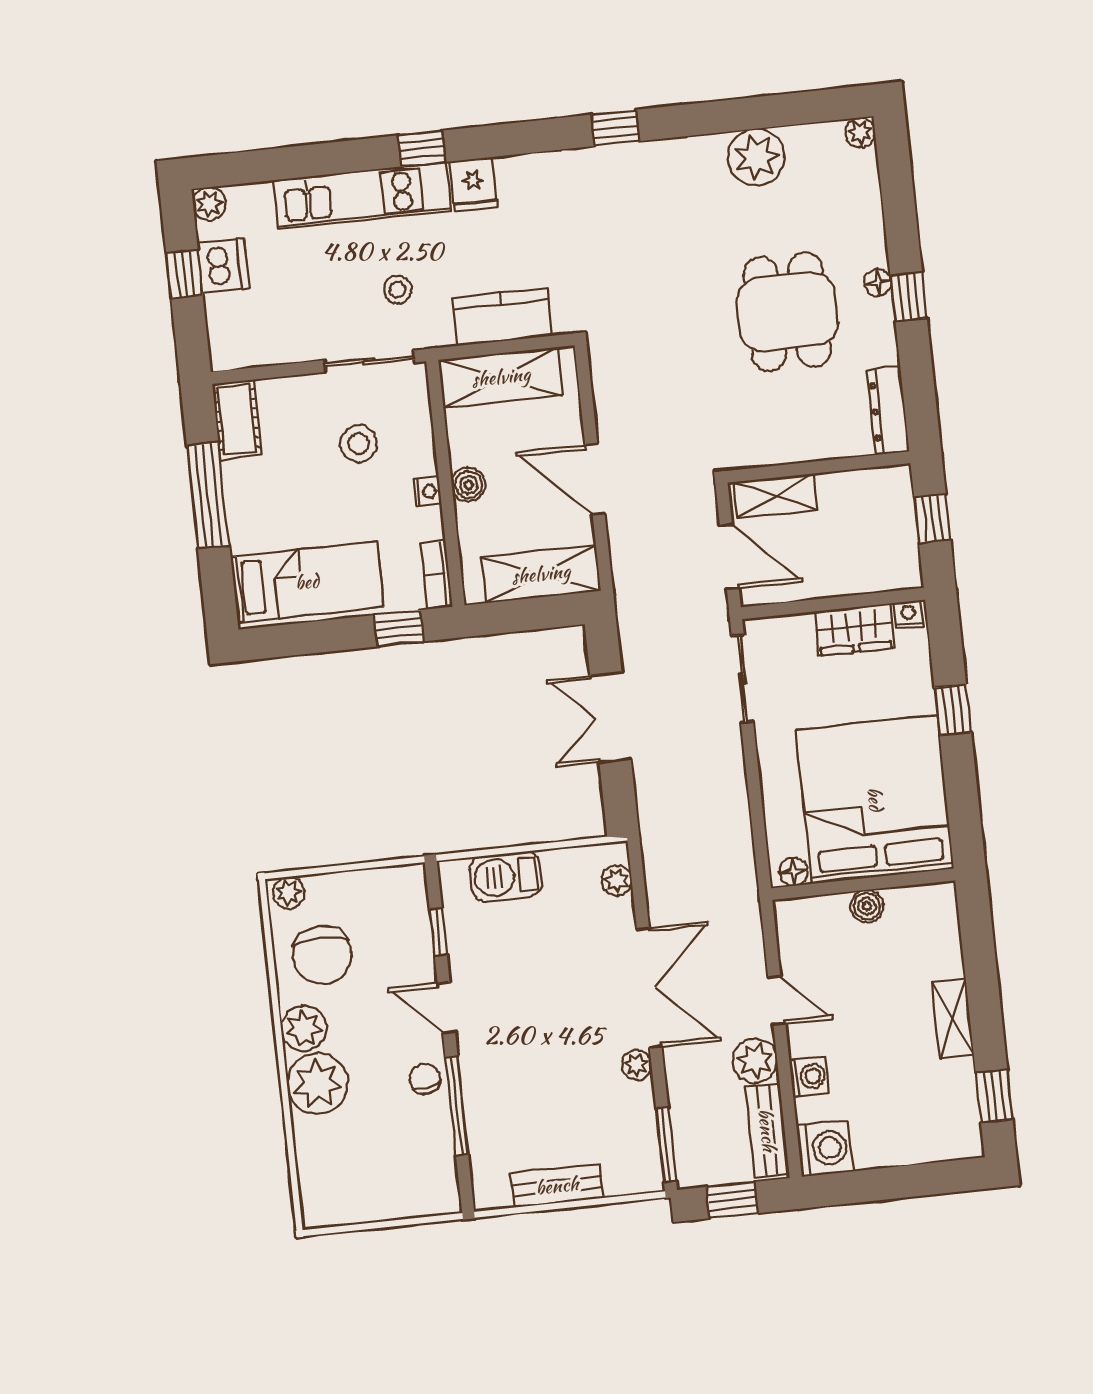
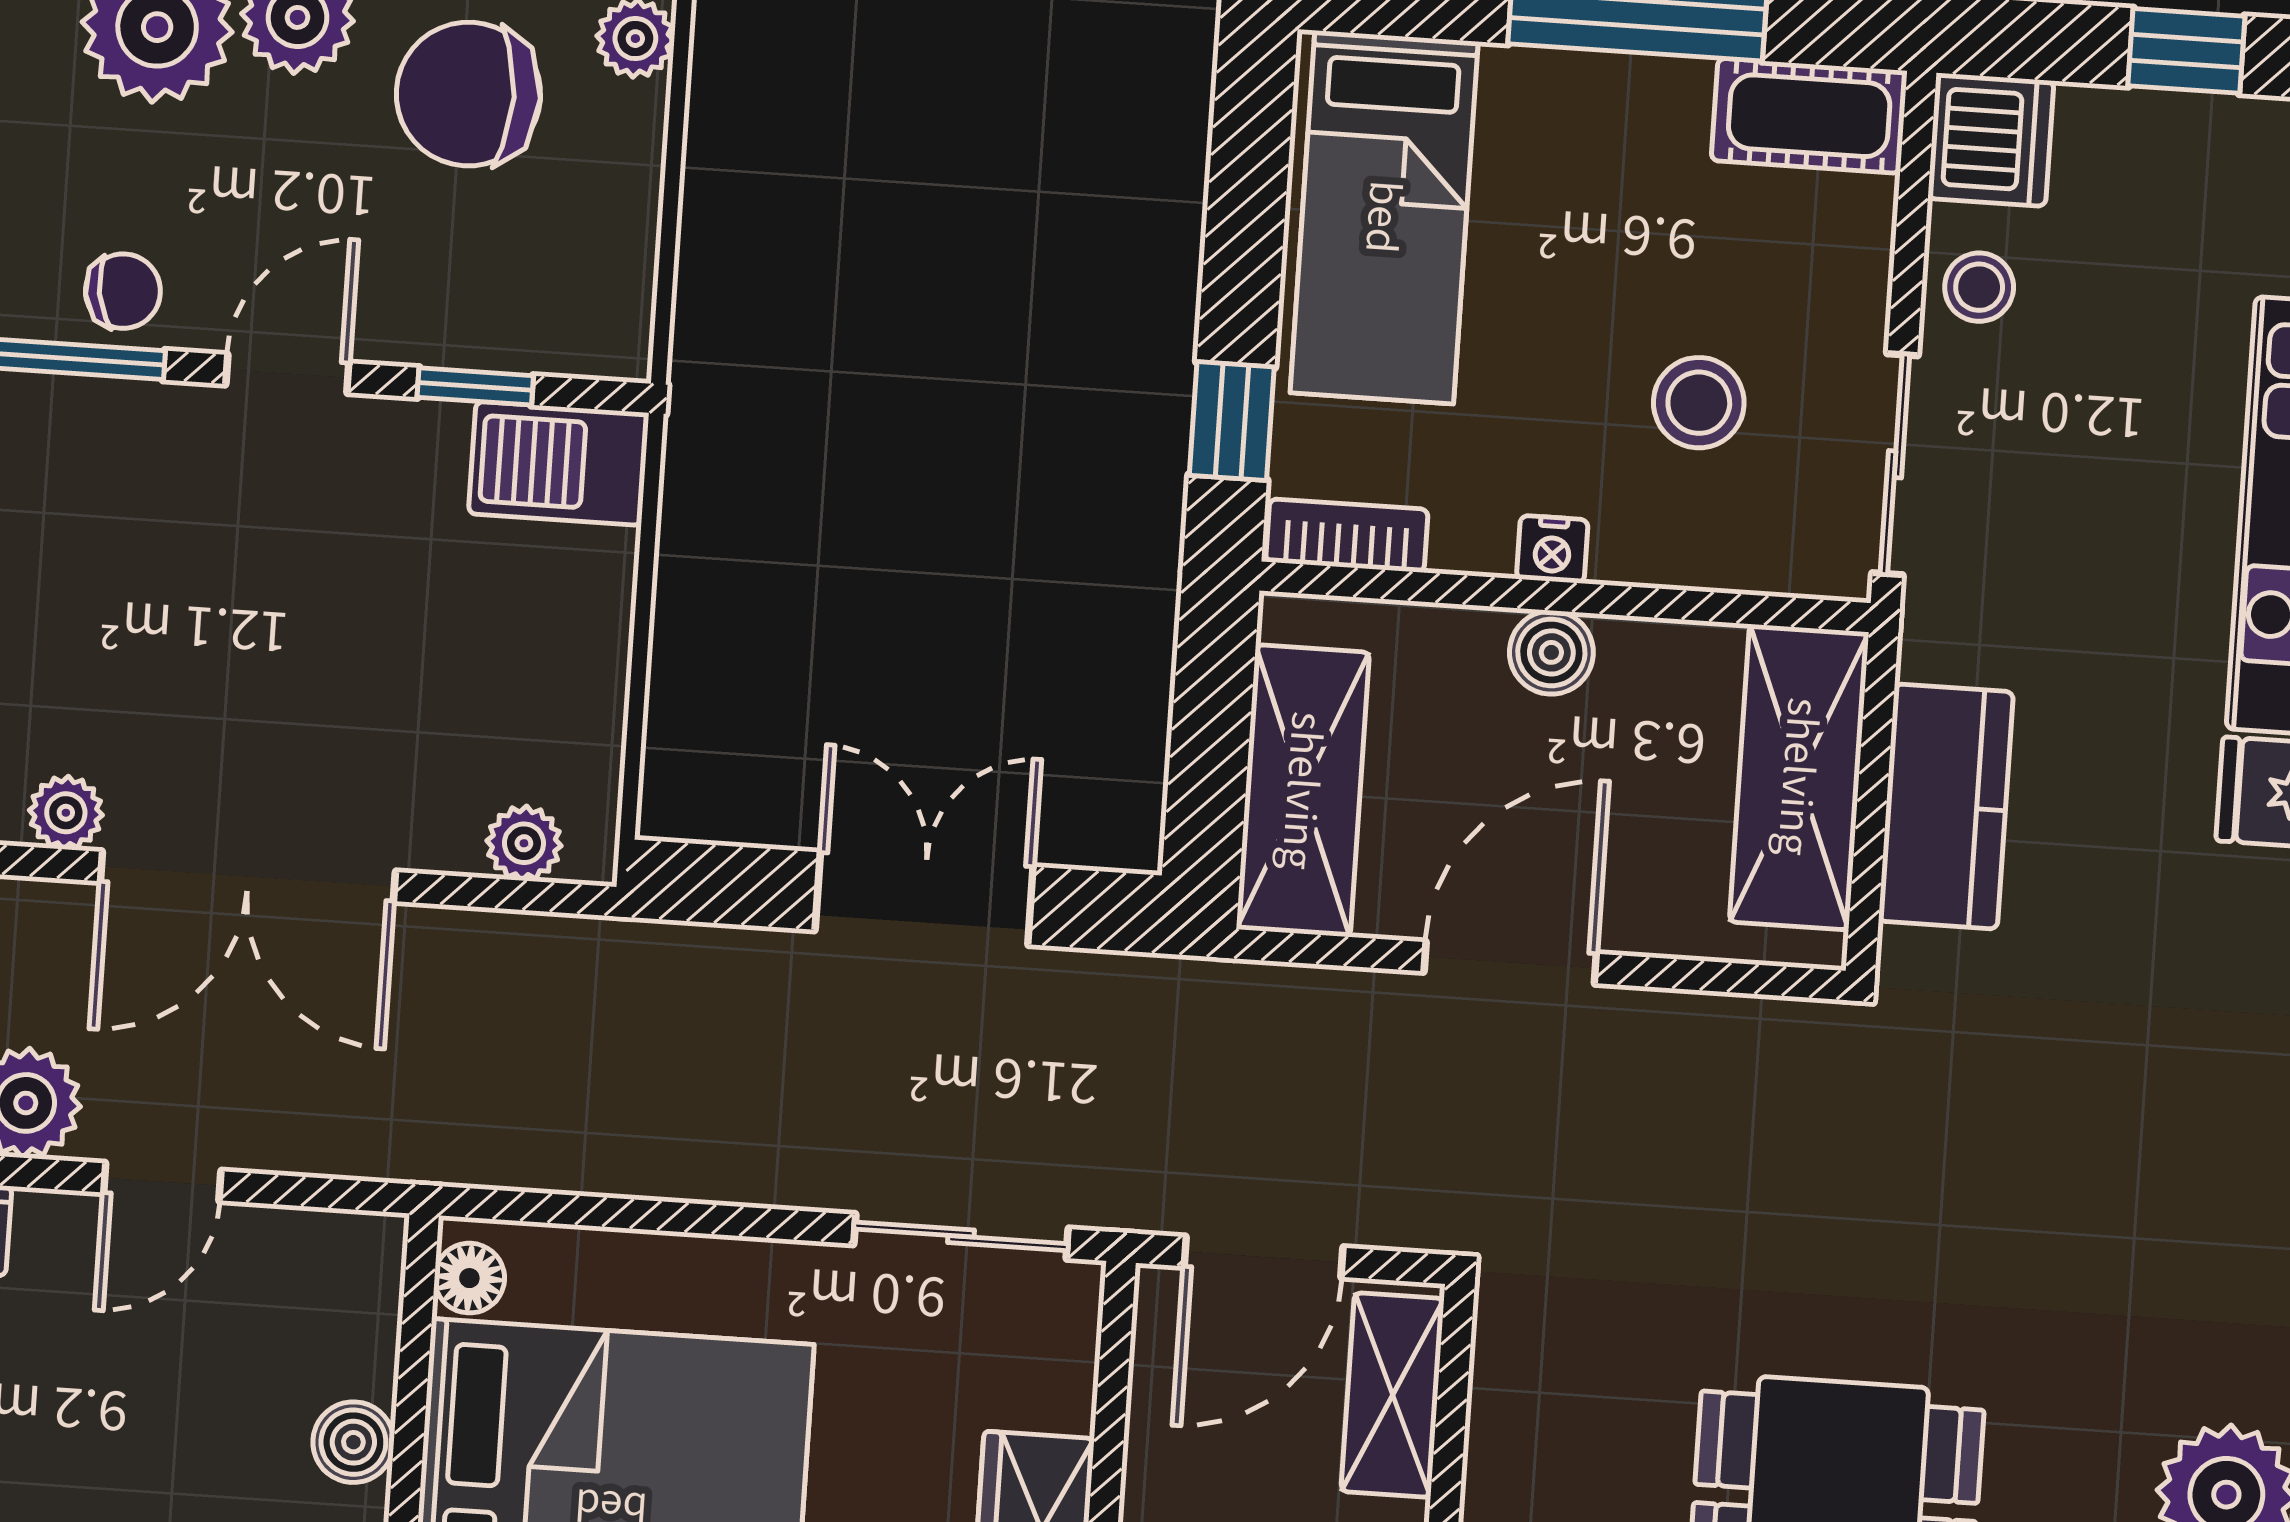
dishwasher: (223, 266) -> (1991, 140), moved, turned -90
stool: (398, 290) -> (1979, 287), moved
barbecue: (506, 876) -> (559, 463), moved, turned -90

